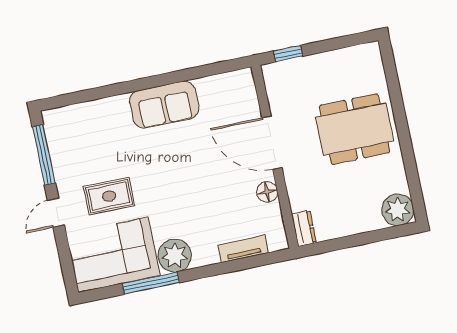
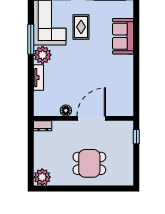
sofa: (164, 105) -> (123, 36), moved
dining table: (355, 129) -> (89, 163), width x0.73
tv unit: (243, 249) -> (39, 78), moved

